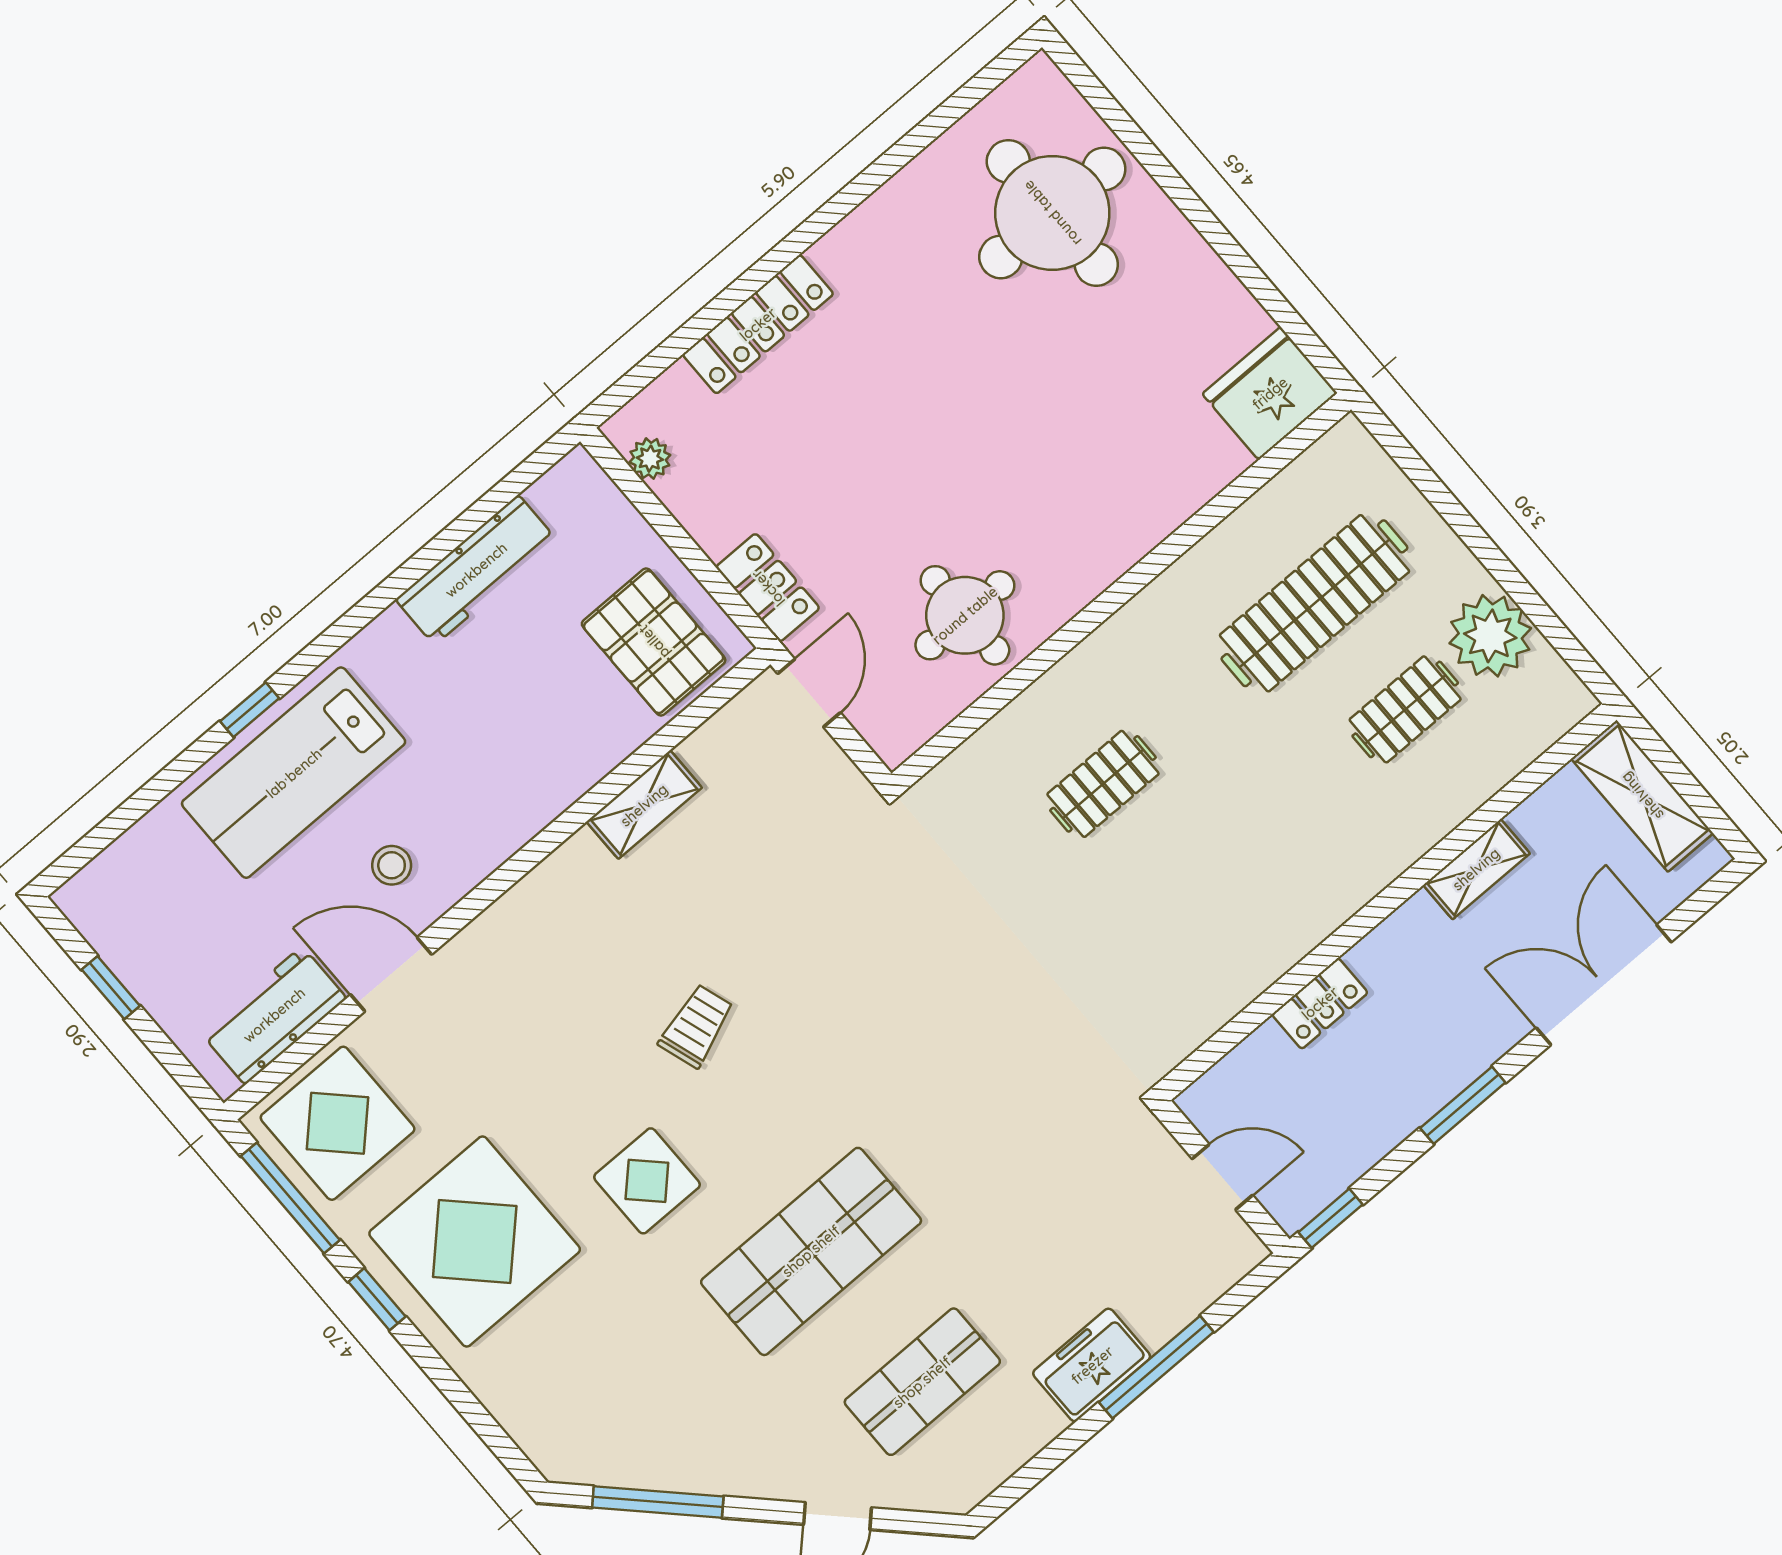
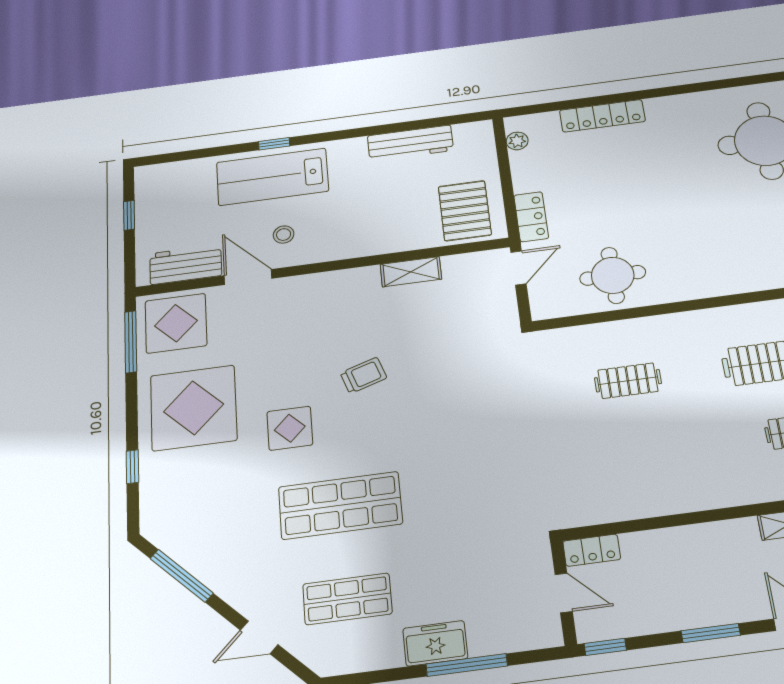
locker: (1320, 1003) -> (592, 550), moved
window: (377, 1299) -> (132, 467), moved

